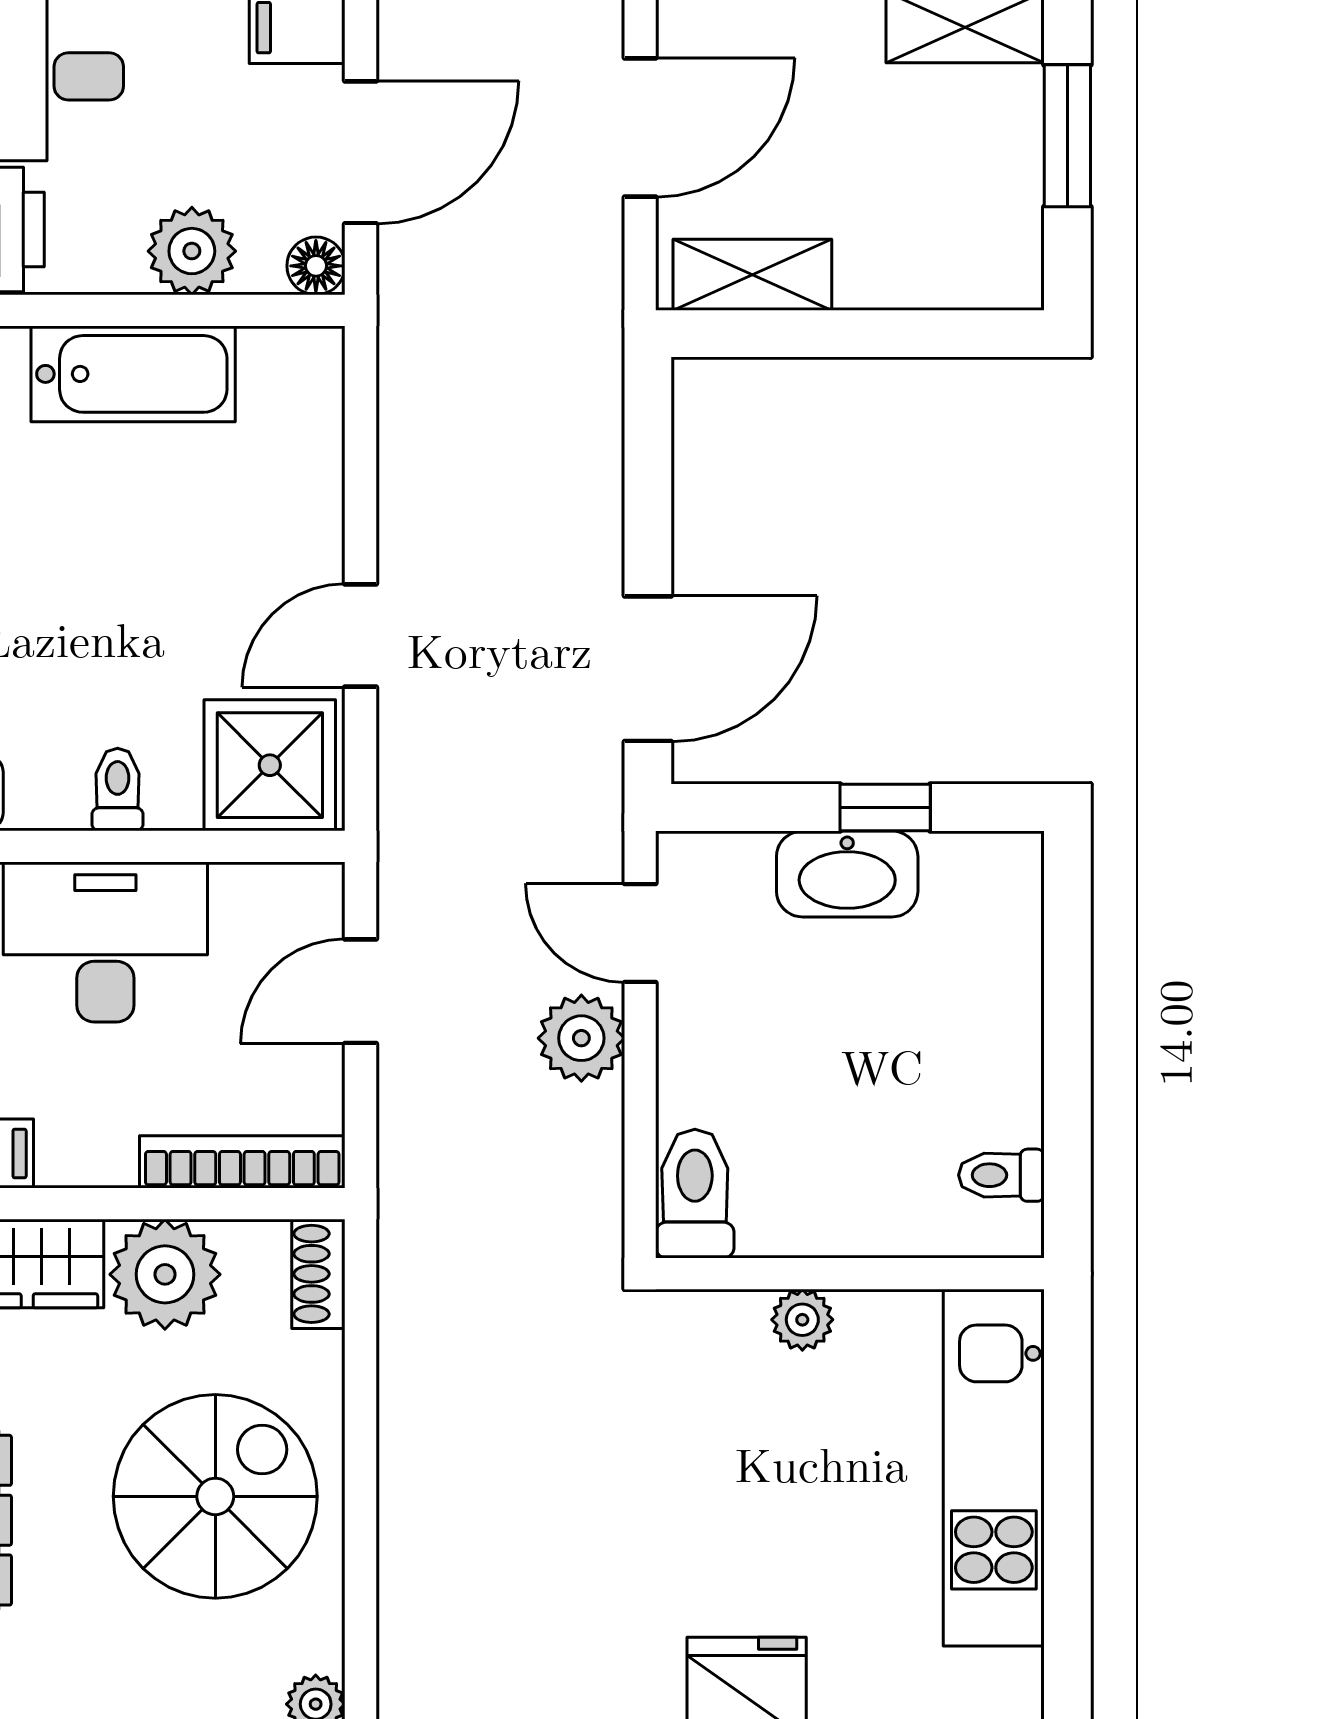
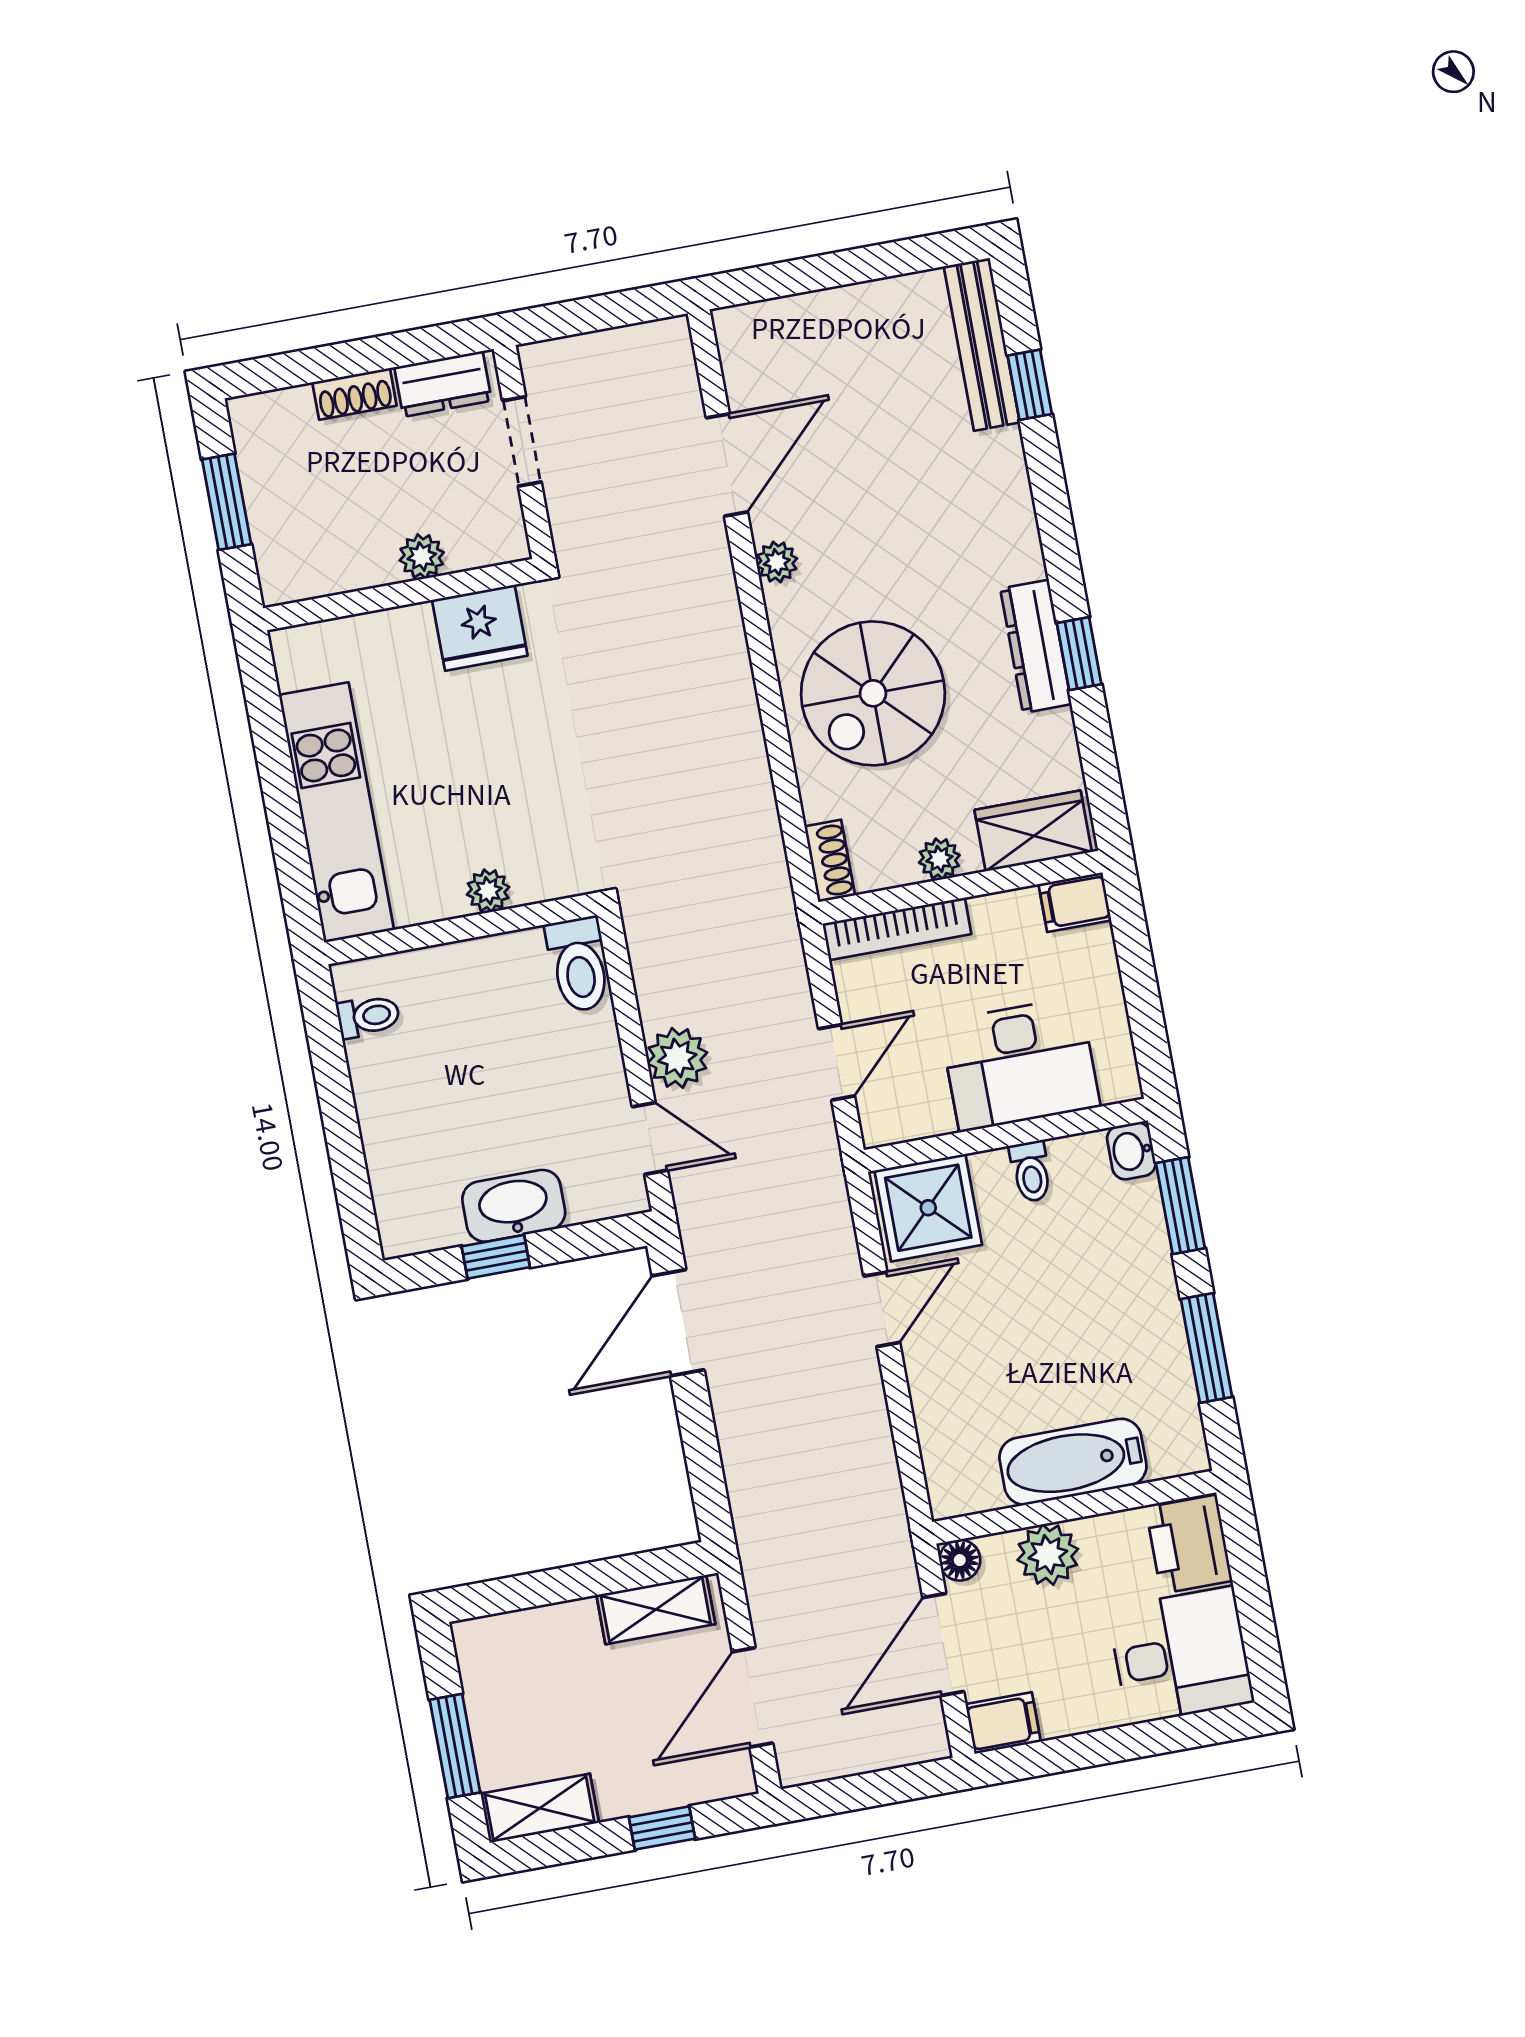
plant: (165, 1274) -> (939, 859), width x0.53, depth x0.53

